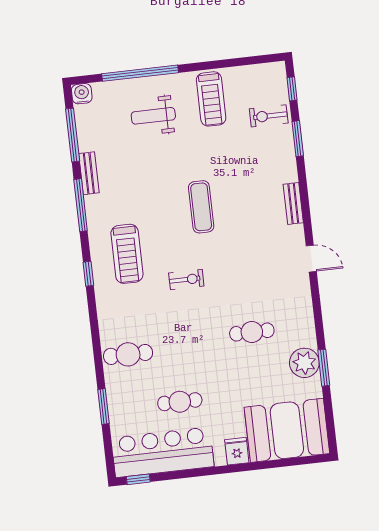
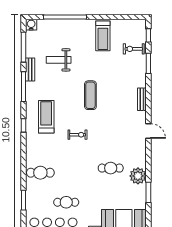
weight bench: (153, 116) -> (59, 60), moved
treadmill: (127, 254) -> (46, 117), turned 180
plant: (304, 363) -> (138, 176), moved

